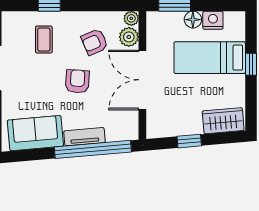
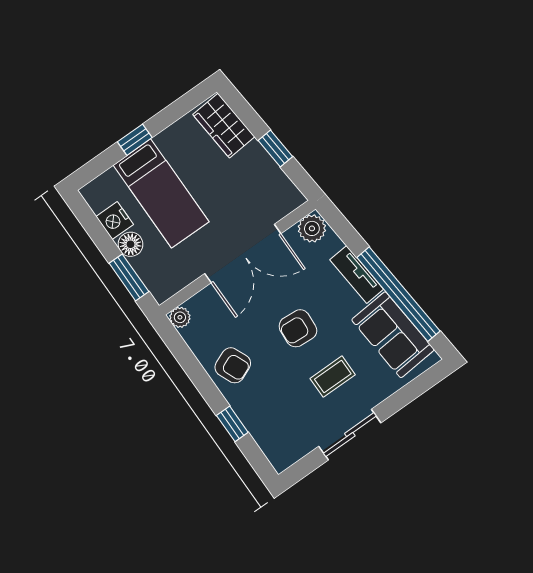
plant: (129, 37) -> (312, 228), moved
coffee table: (44, 40) -> (333, 377), moved
armchair: (95, 42) -> (233, 365), moved
window: (93, 149) -> (398, 294), moved

